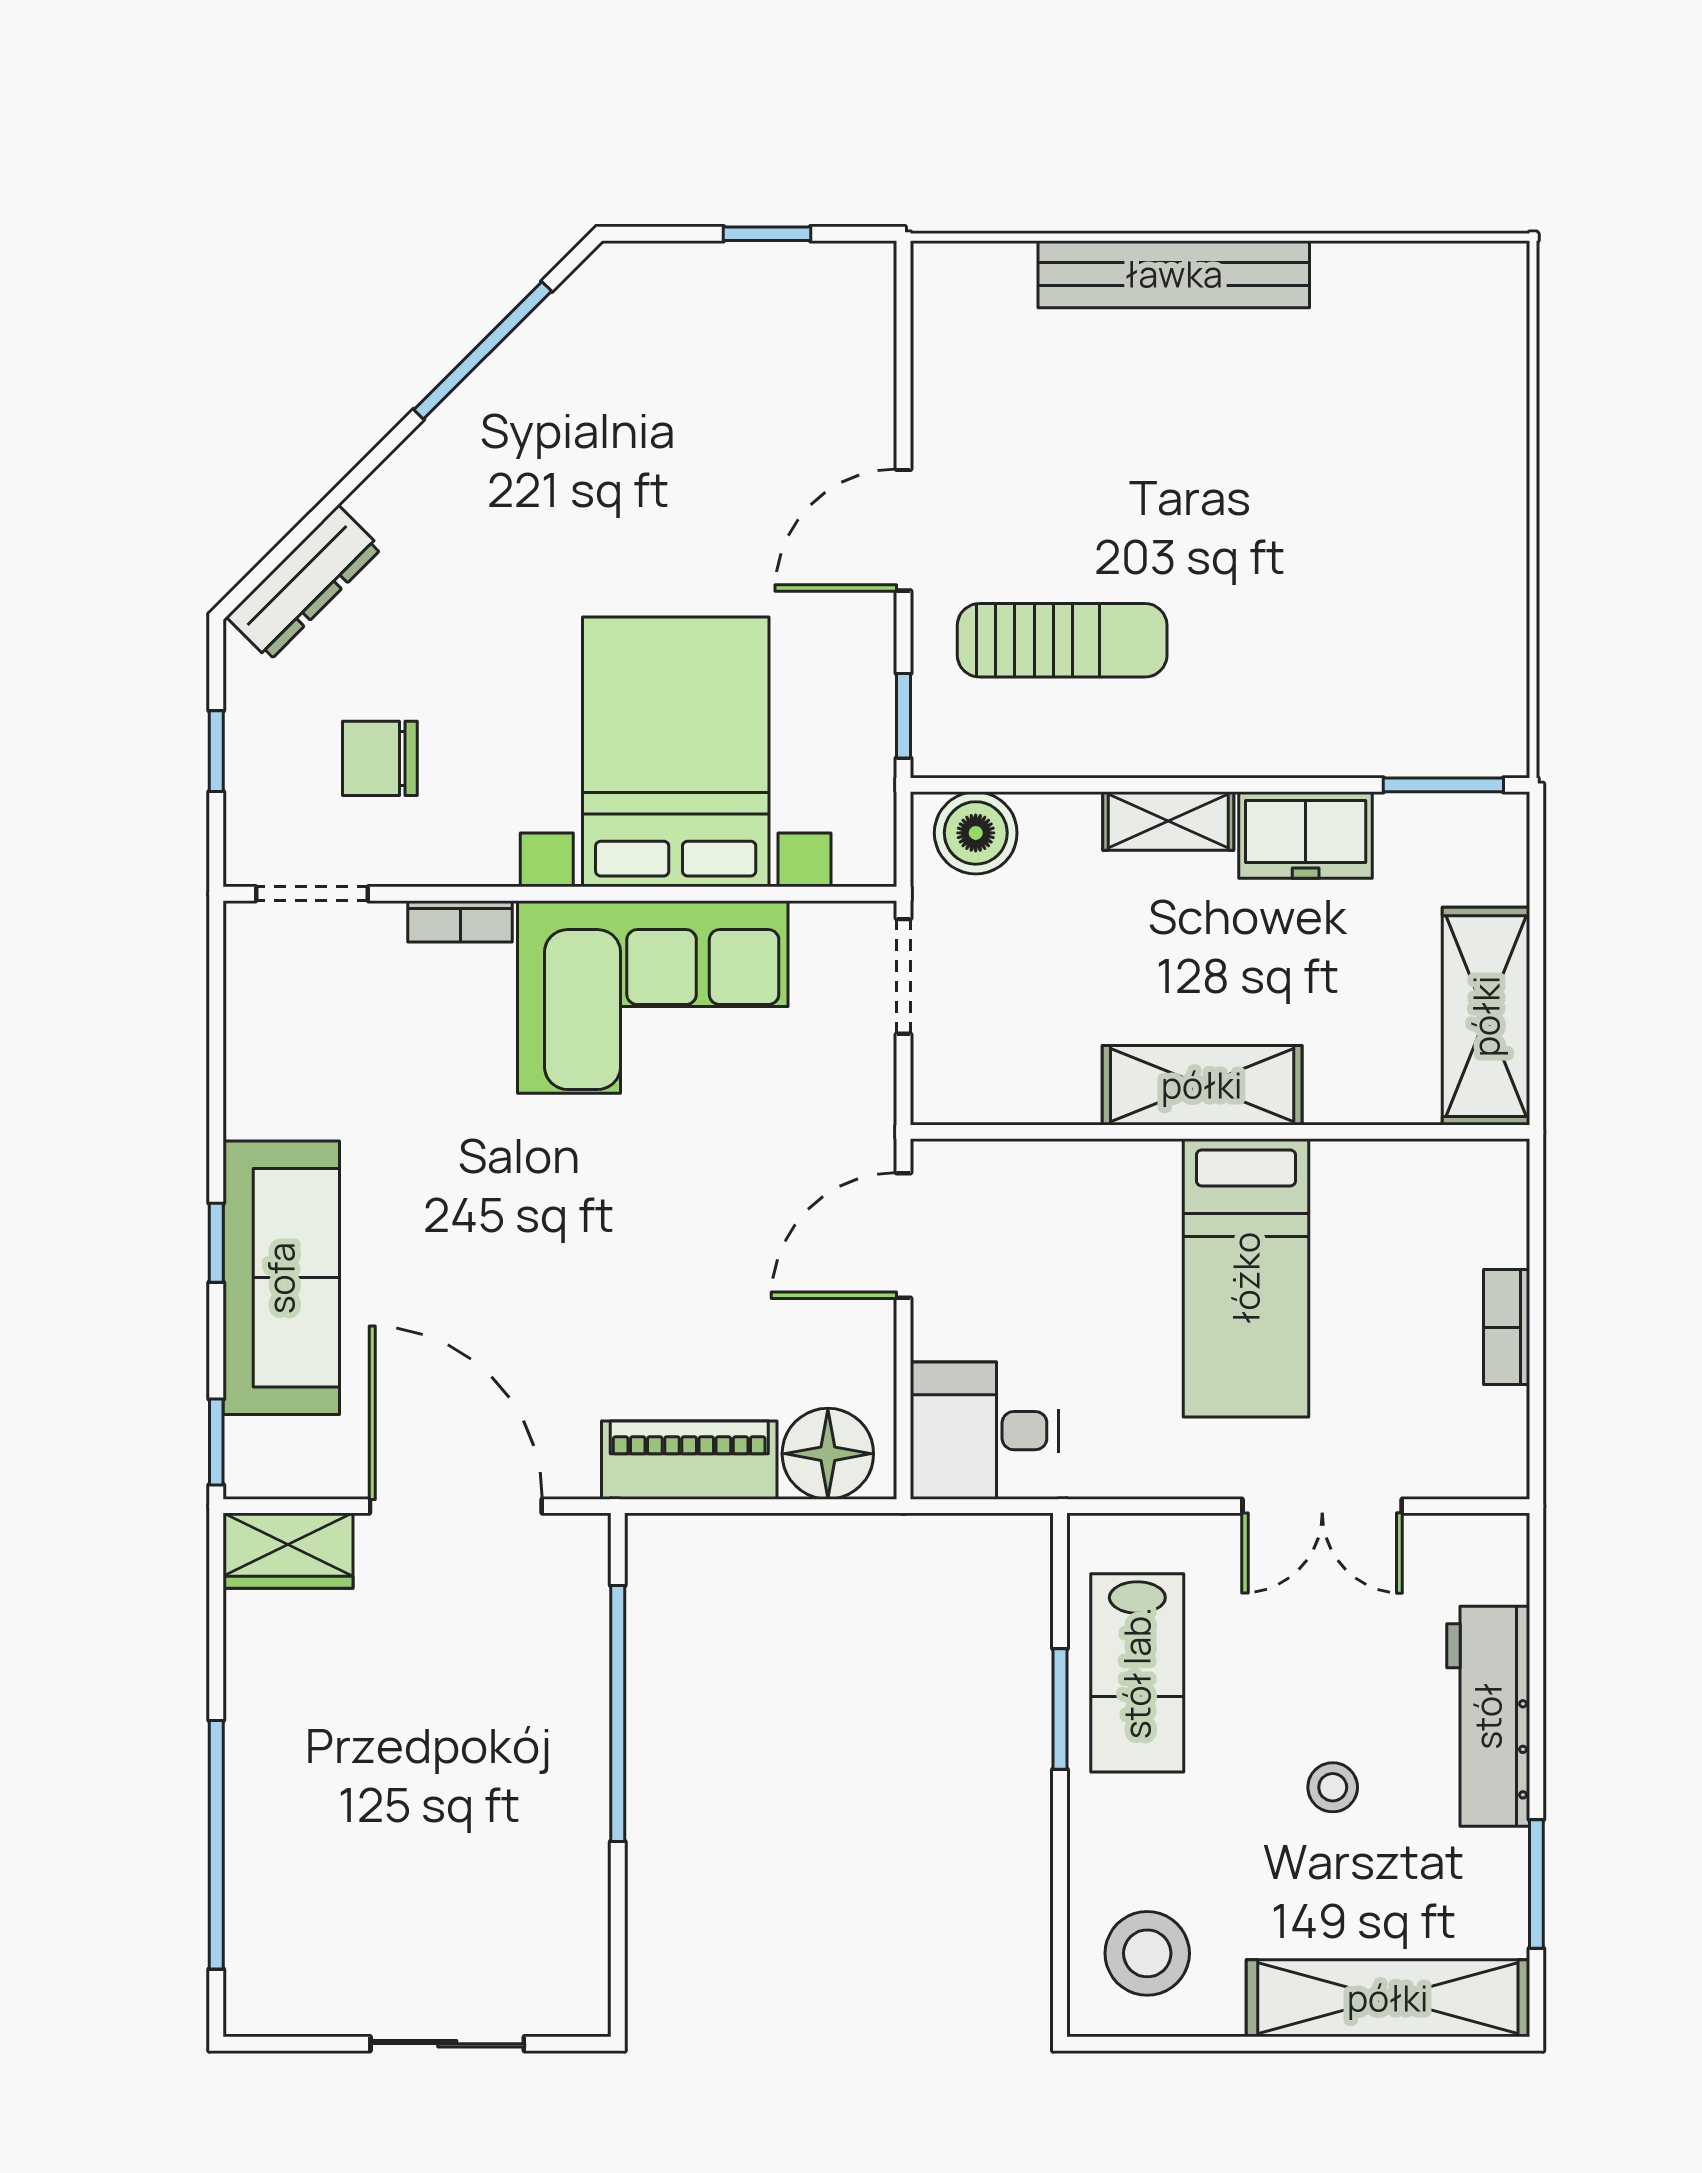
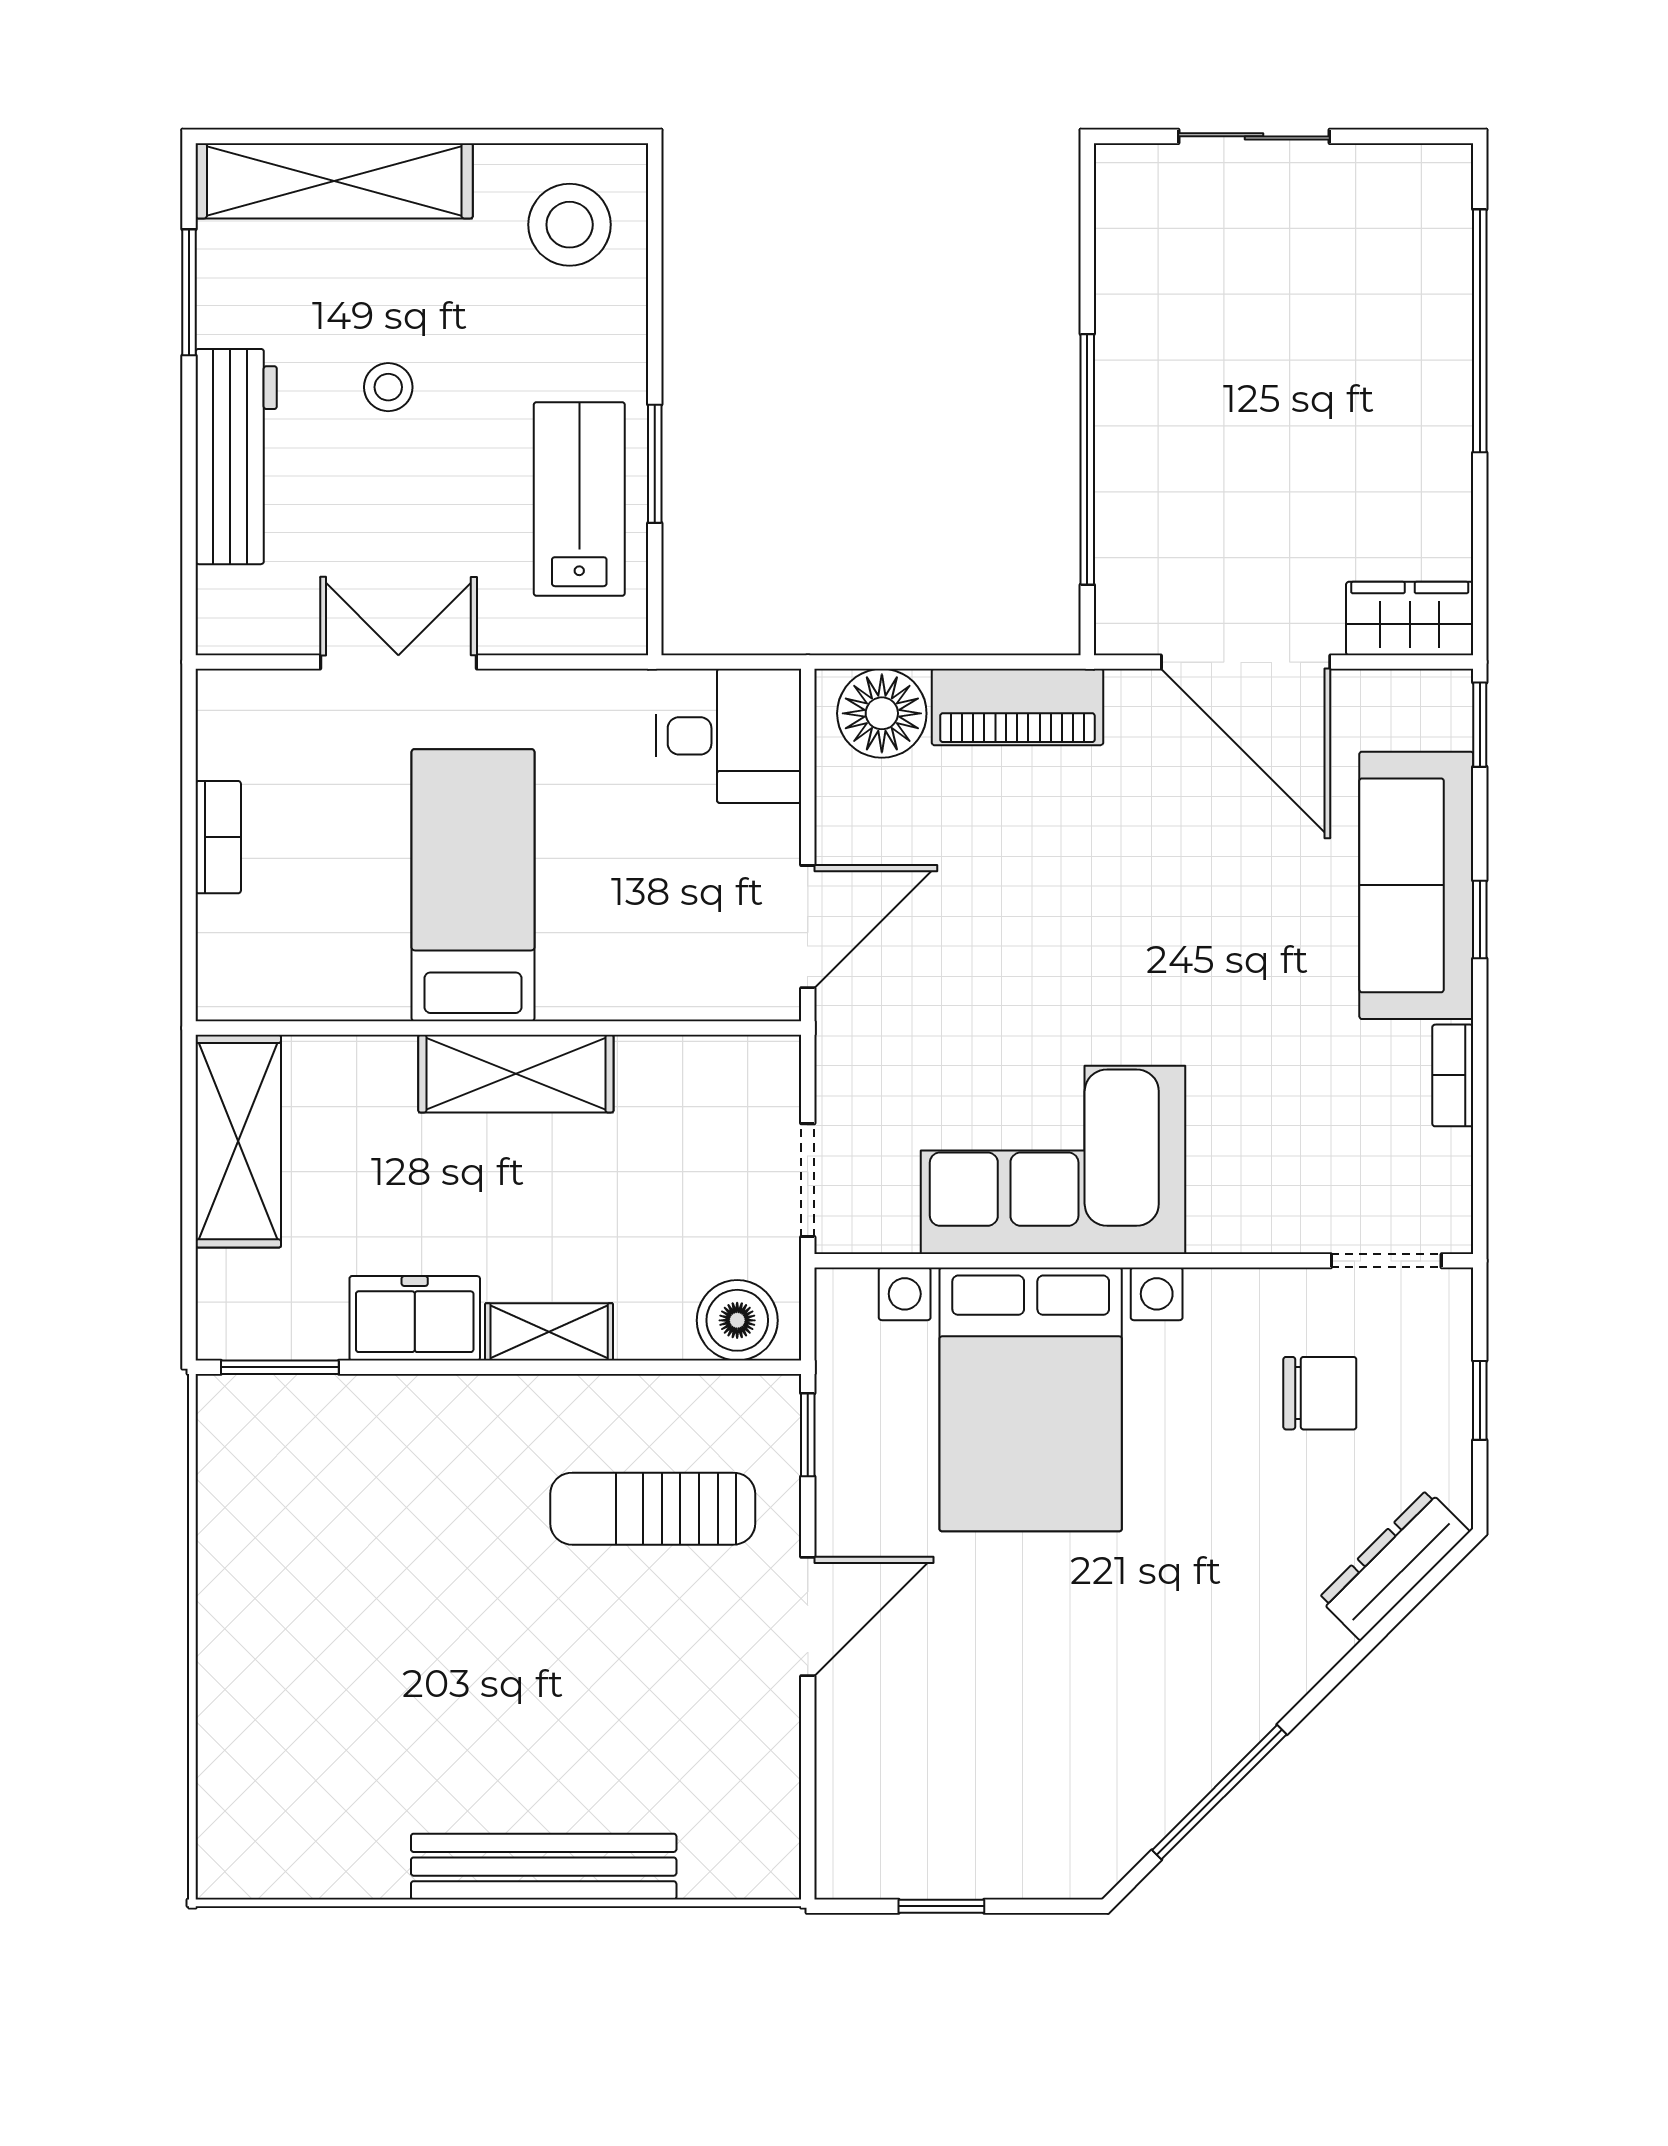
bookcase: (460, 921) -> (1453, 1075), moved, turned -90

